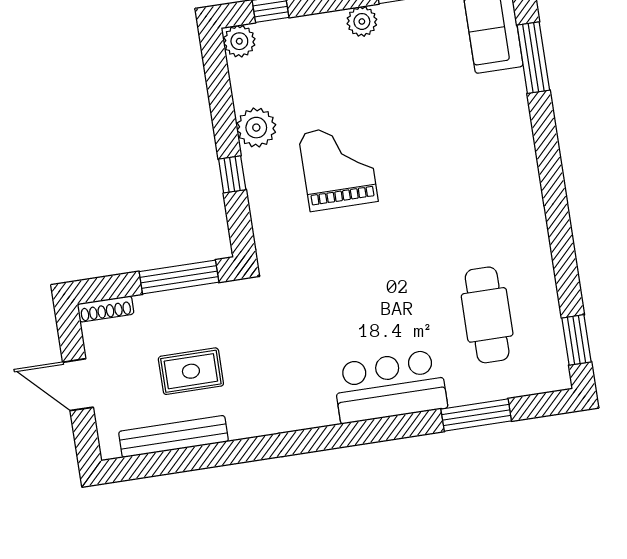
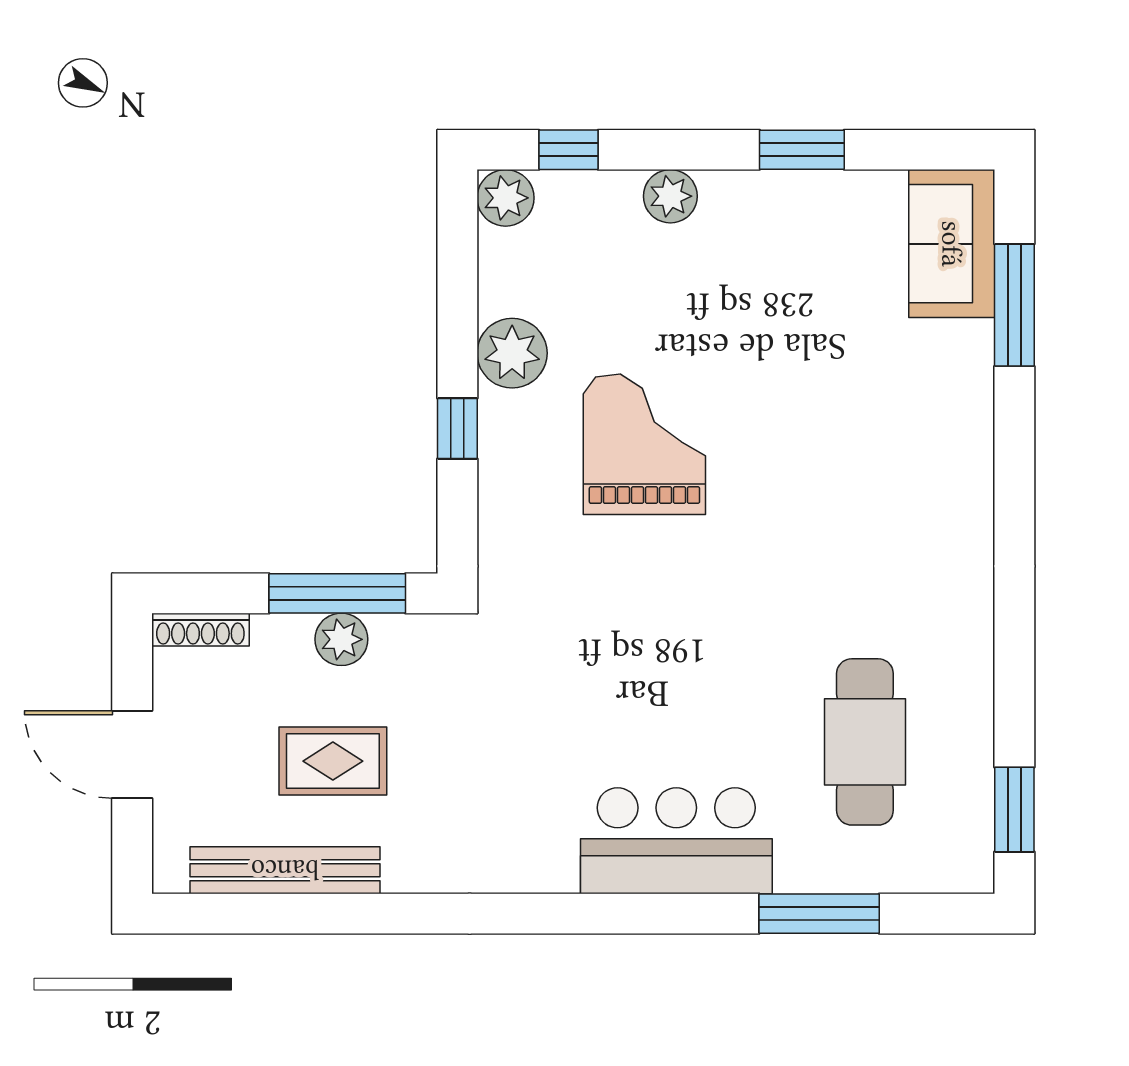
plant: (362, 21) -> (670, 196), moved
plant: (185, 302) -> (341, 639), added

